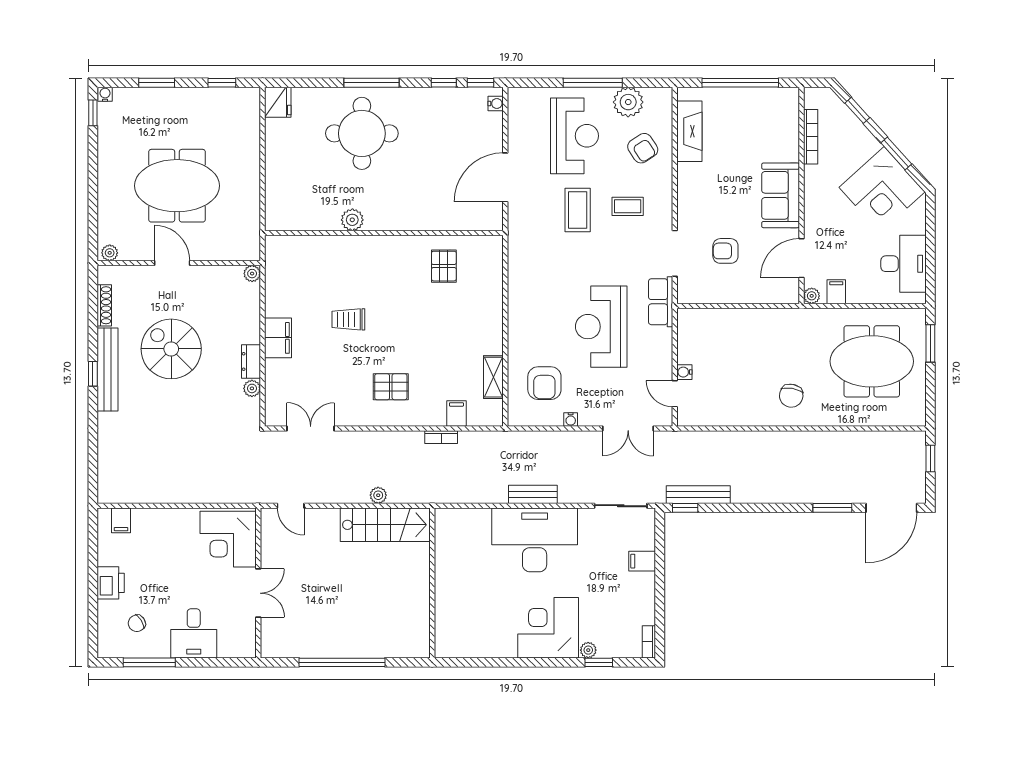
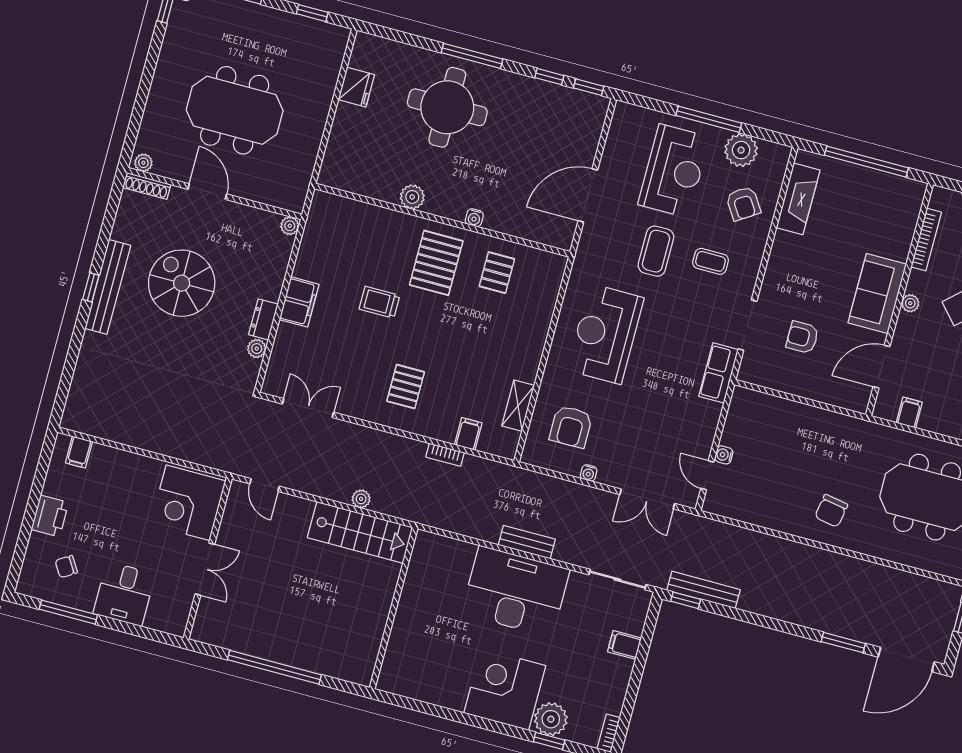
fridge: (278, 102) -> (356, 87), moved
water cooler: (496, 103) -> (474, 218), moved, turned 90
pallet: (389, 272) -> (436, 263), added
plant: (812, 296) -> (910, 303), moved
shoe rack: (104, 305) -> (147, 186), moved, turned 90
reception desk: (601, 327) -> (605, 334), moved
pallet: (391, 387) -> (406, 387), turned 90
plant: (588, 650) -> (551, 719), width x1.87, depth x1.87

